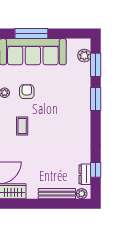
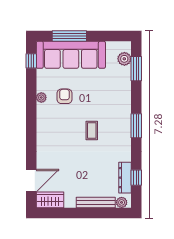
window: (96, 99) -> (136, 126), moved
coffee table: (22, 126) -> (92, 130), moved
dresser: (85, 174) -> (125, 178), width x1.44

